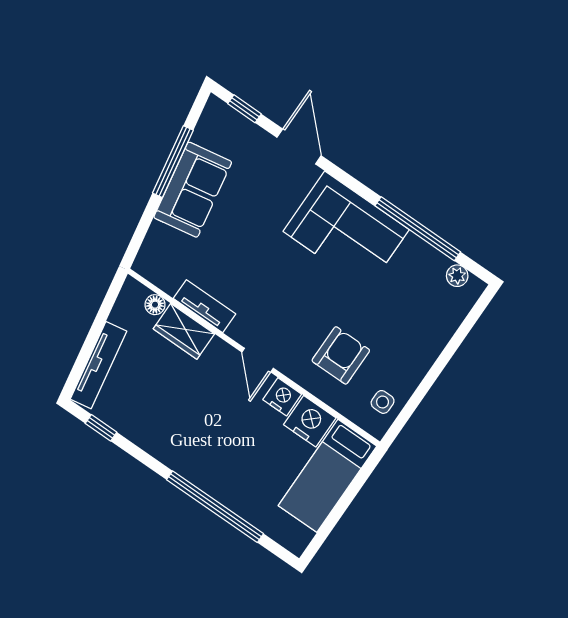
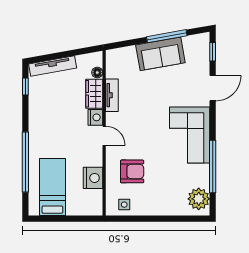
plant: (457, 276) -> (199, 199), width x1.88, depth x1.88
door: (258, 360) -> (104, 136), swing flipped
nightstand: (282, 397) -> (95, 117), moved
bed: (327, 476) -> (52, 187), moved, turned 90

